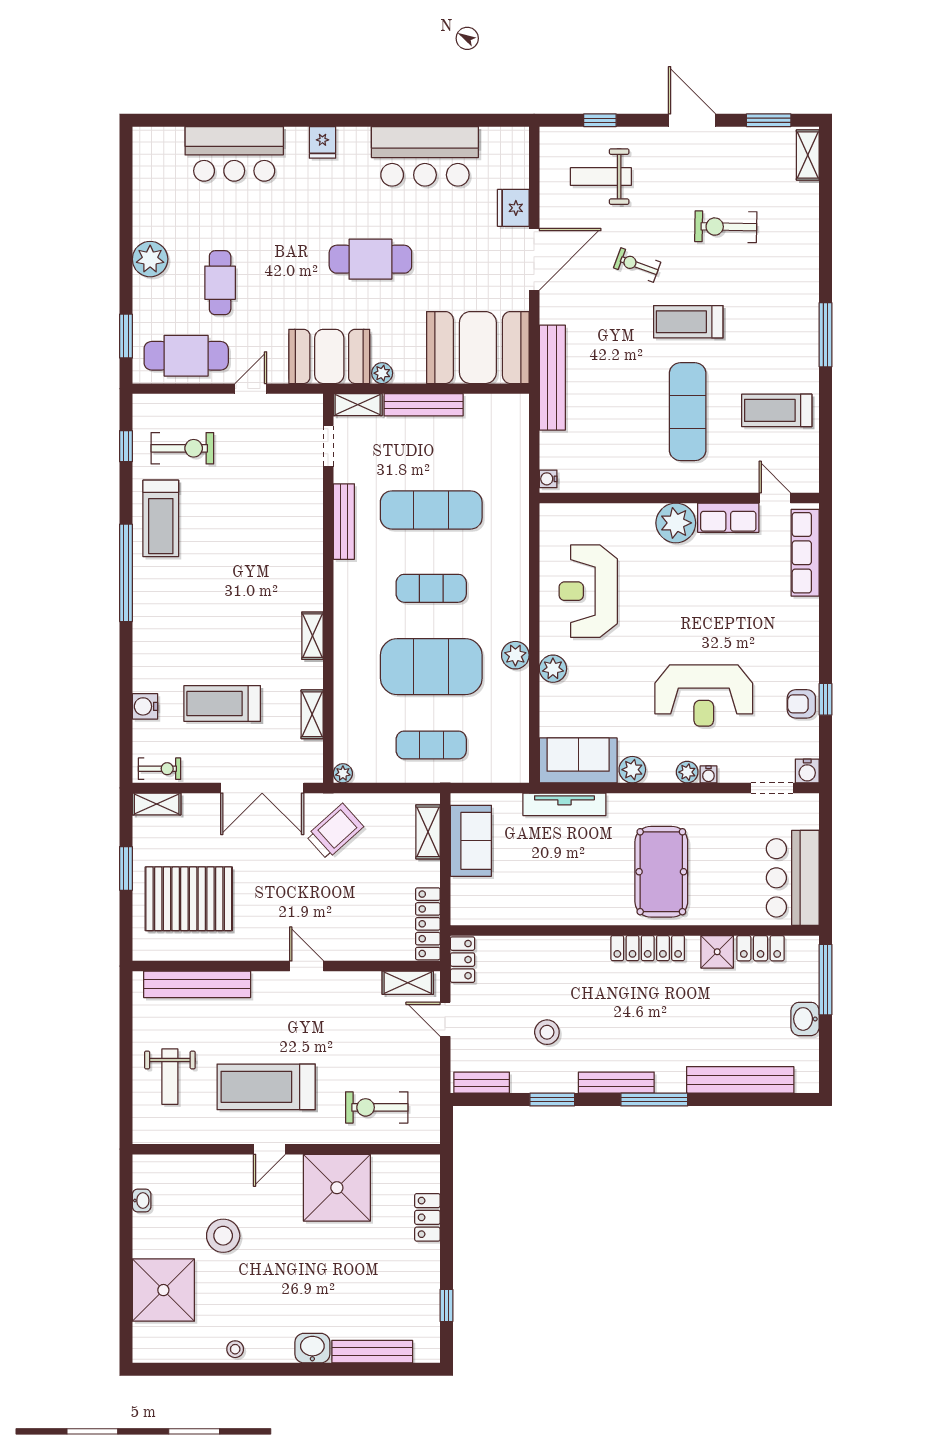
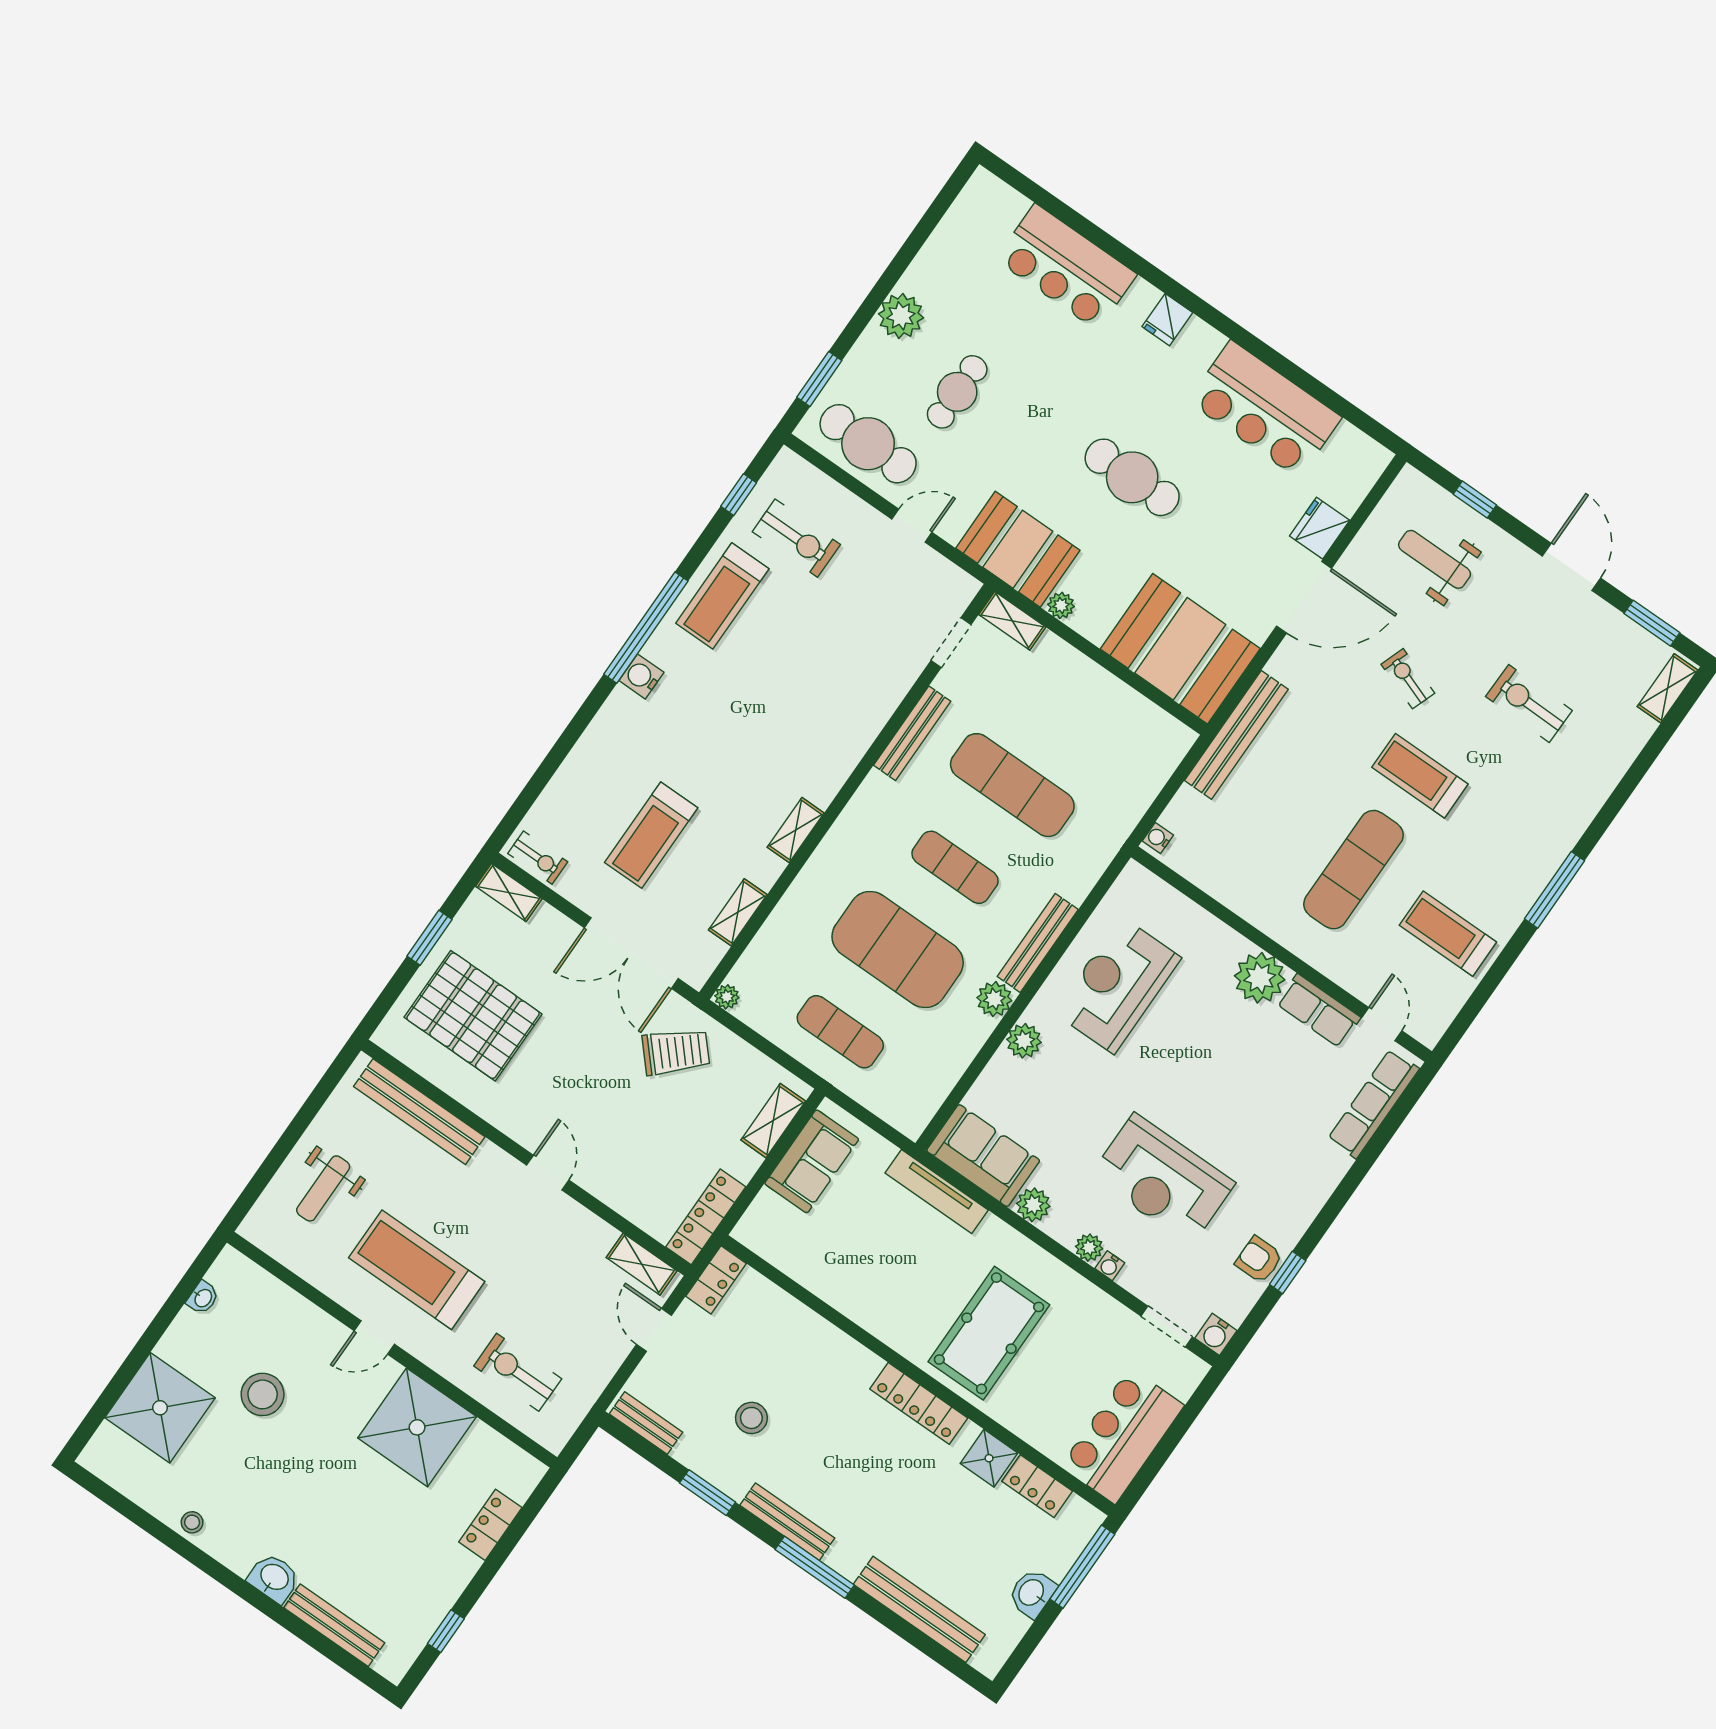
bench: (424, 405) -> (1038, 943), moved, turned 90
treadmill: (222, 704) -> (651, 835), turned -90
water cooler: (145, 706) -> (641, 676), moved

